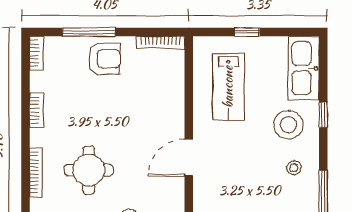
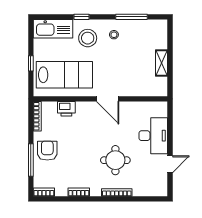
lab bench: (228, 87) -> (64, 75), width x1.36, depth x1.39
printer: (173, 90) -> (66, 109), added

